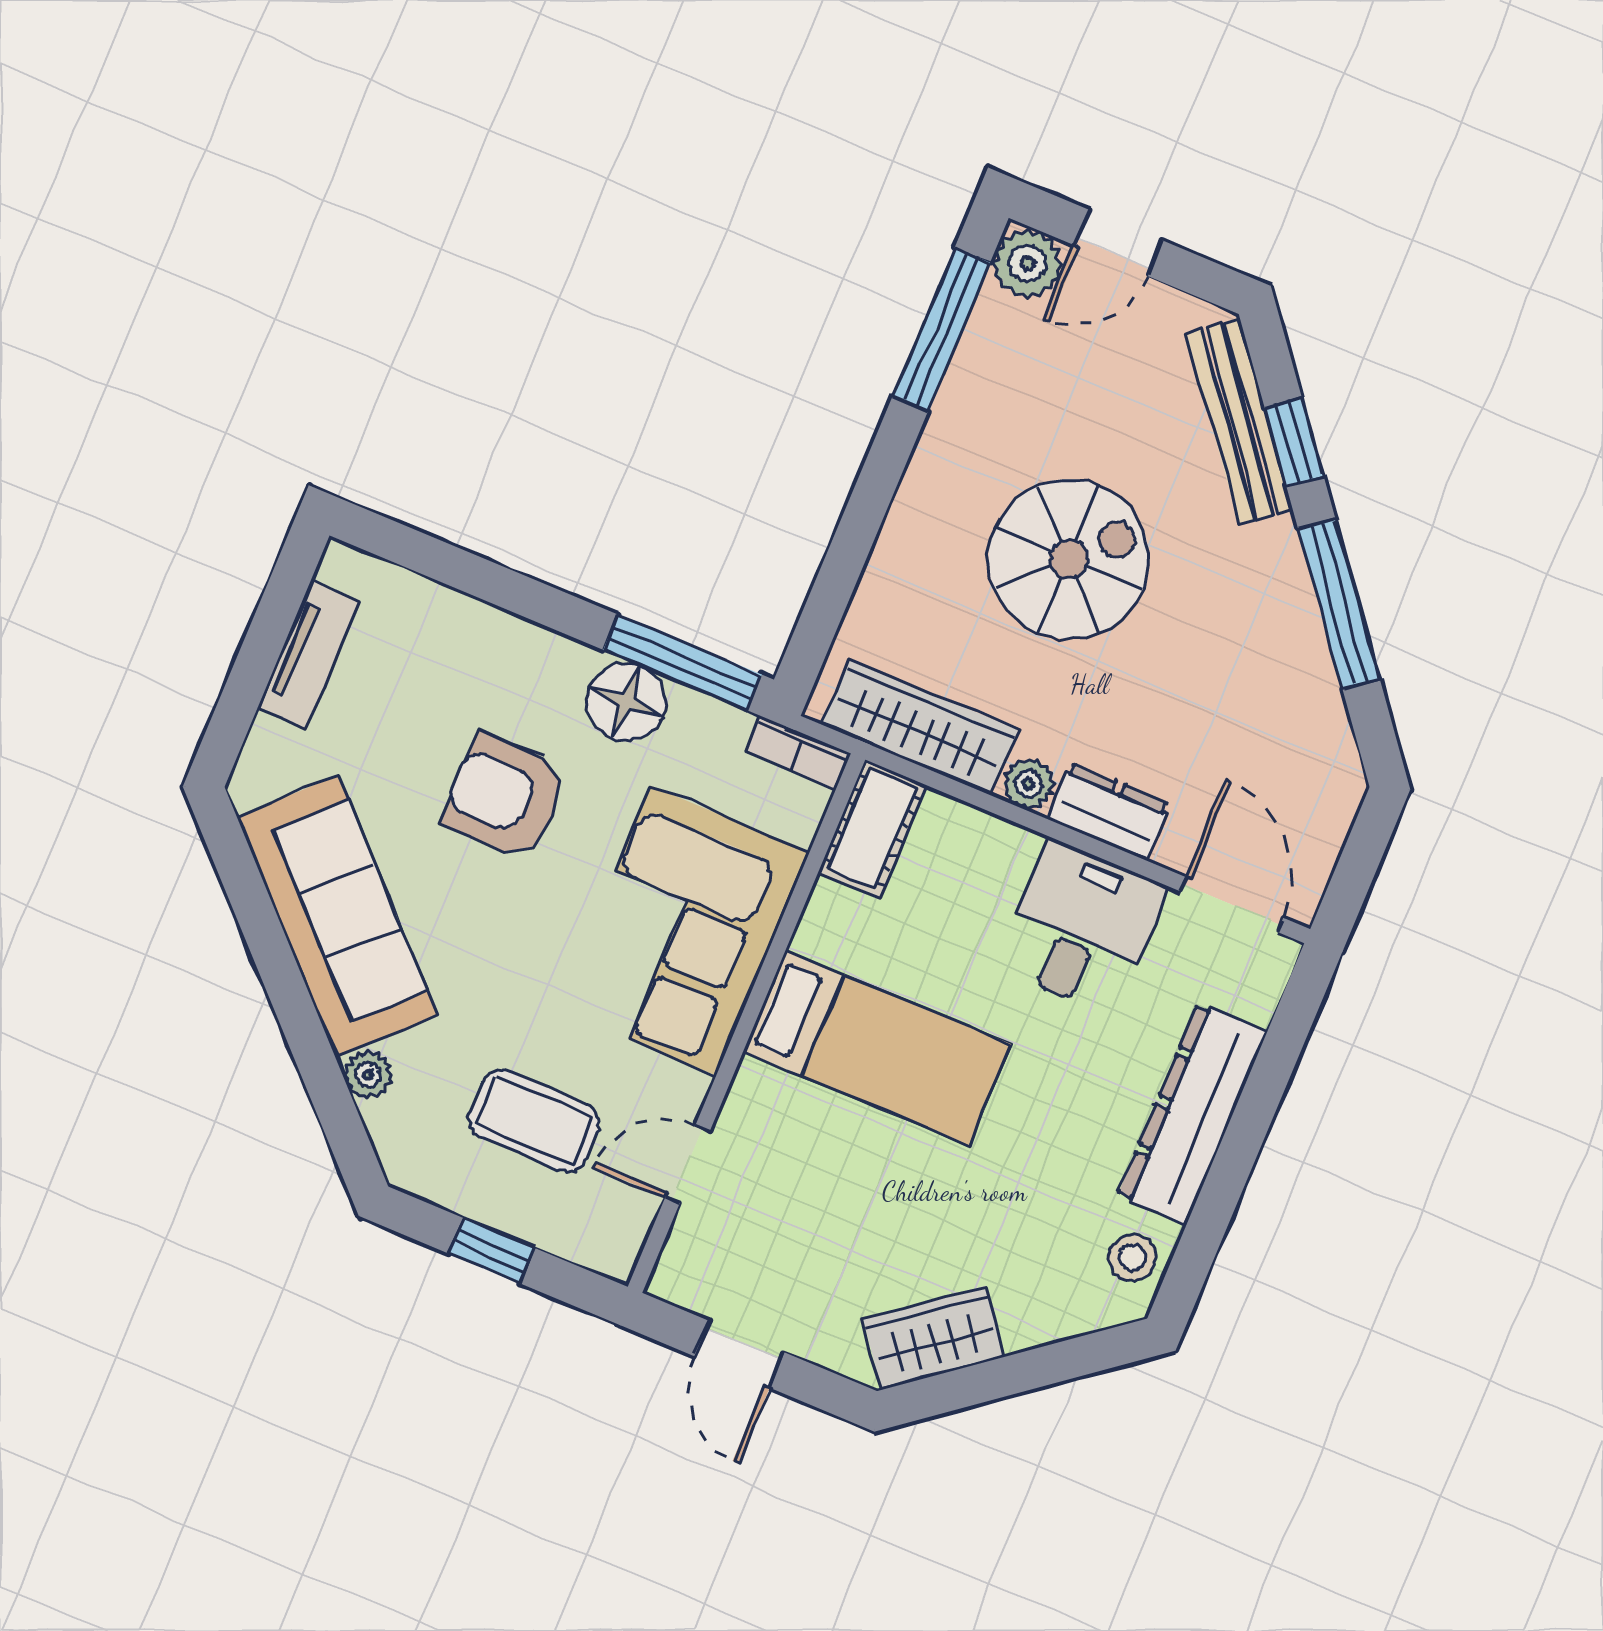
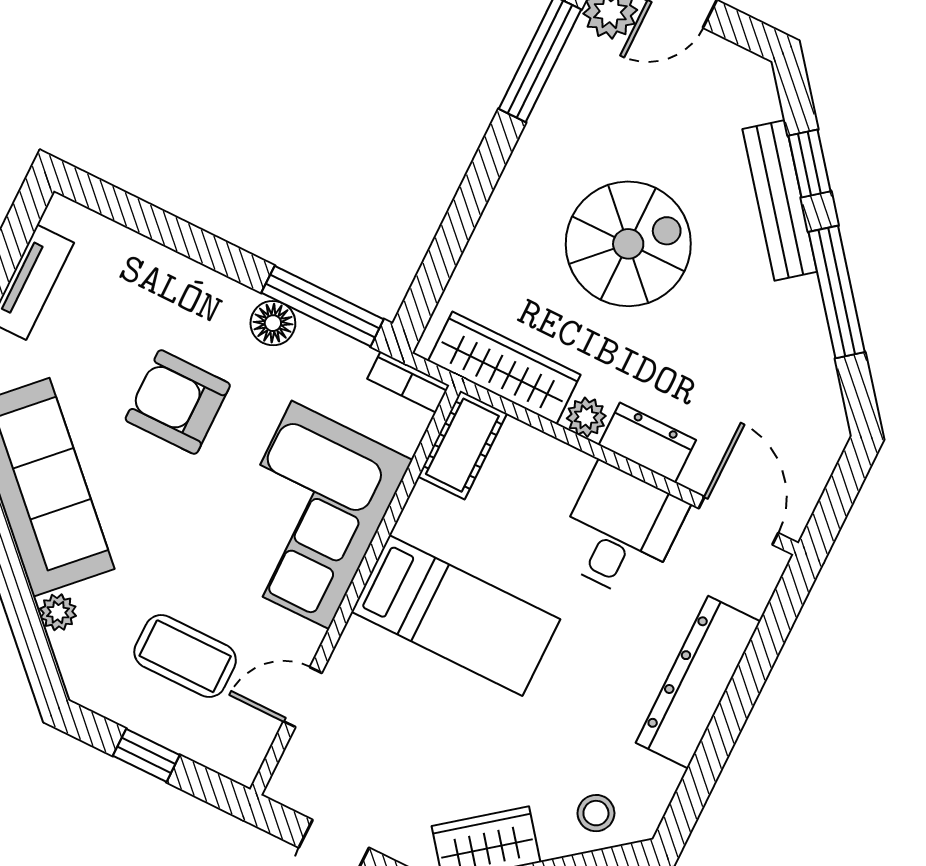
bench: (1240, 421) -> (780, 200), moved
floor lamp: (626, 702) -> (273, 323), width x0.73, depth x0.73
stool: (1133, 1258) -> (596, 813), moved

